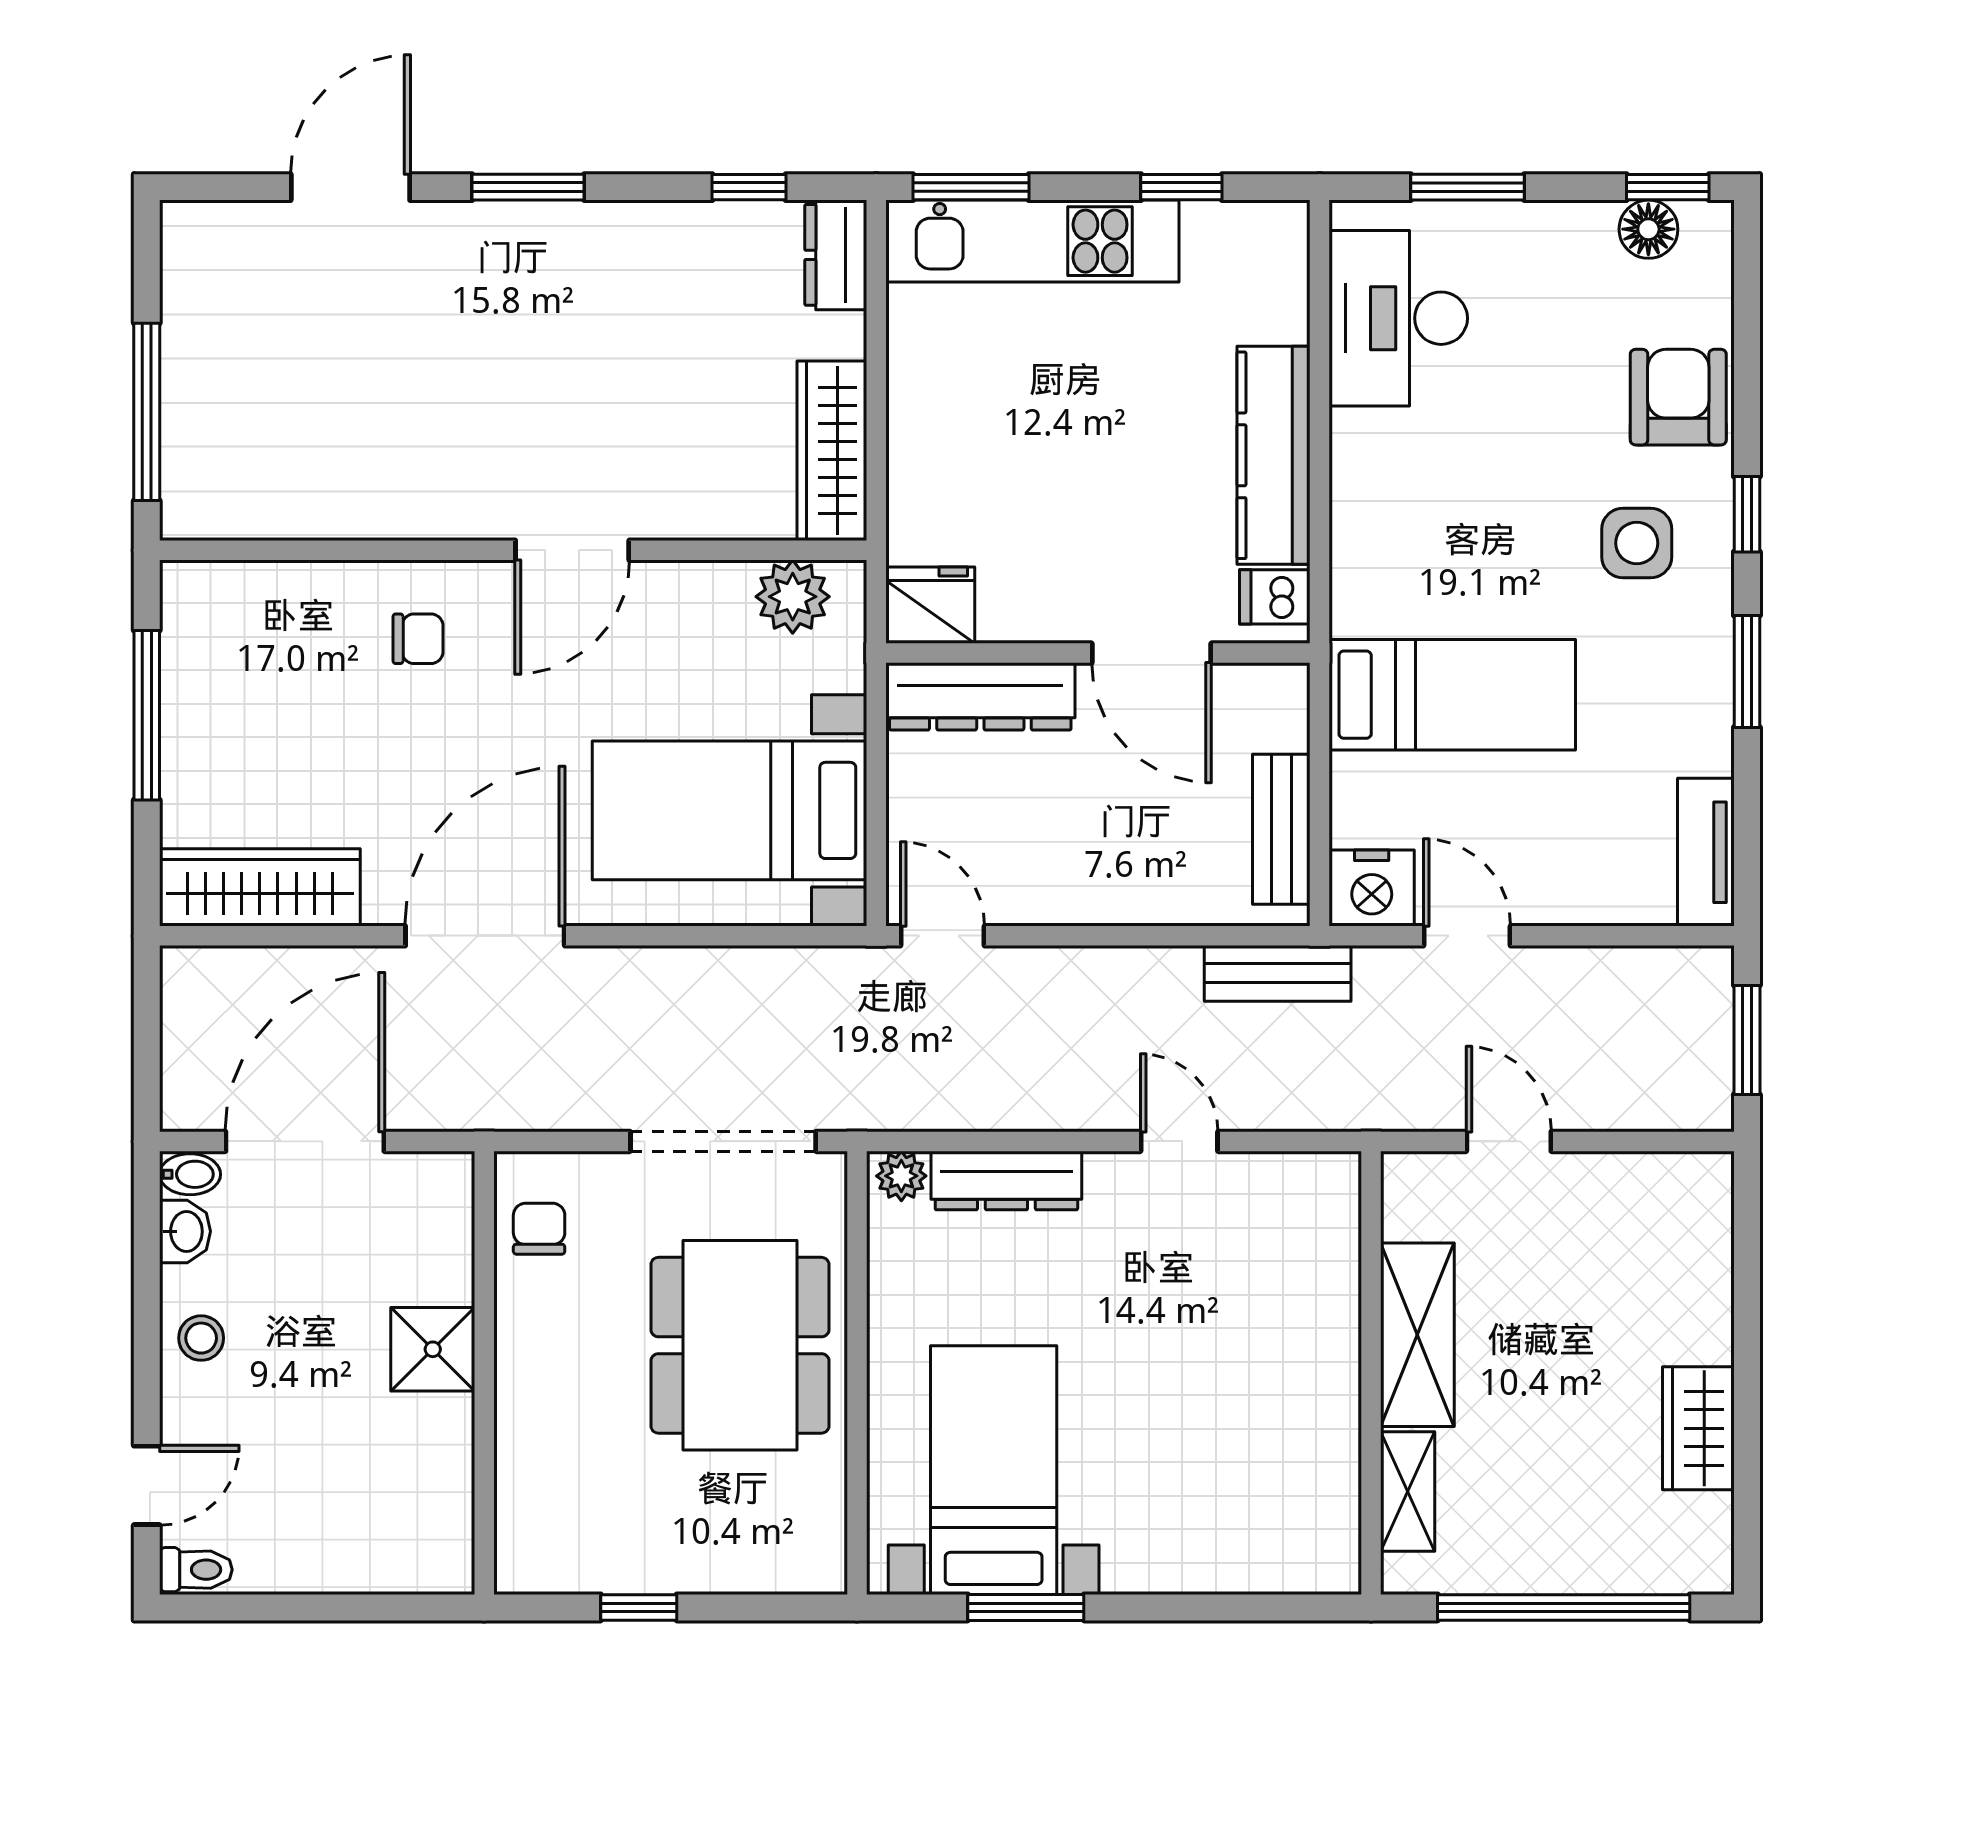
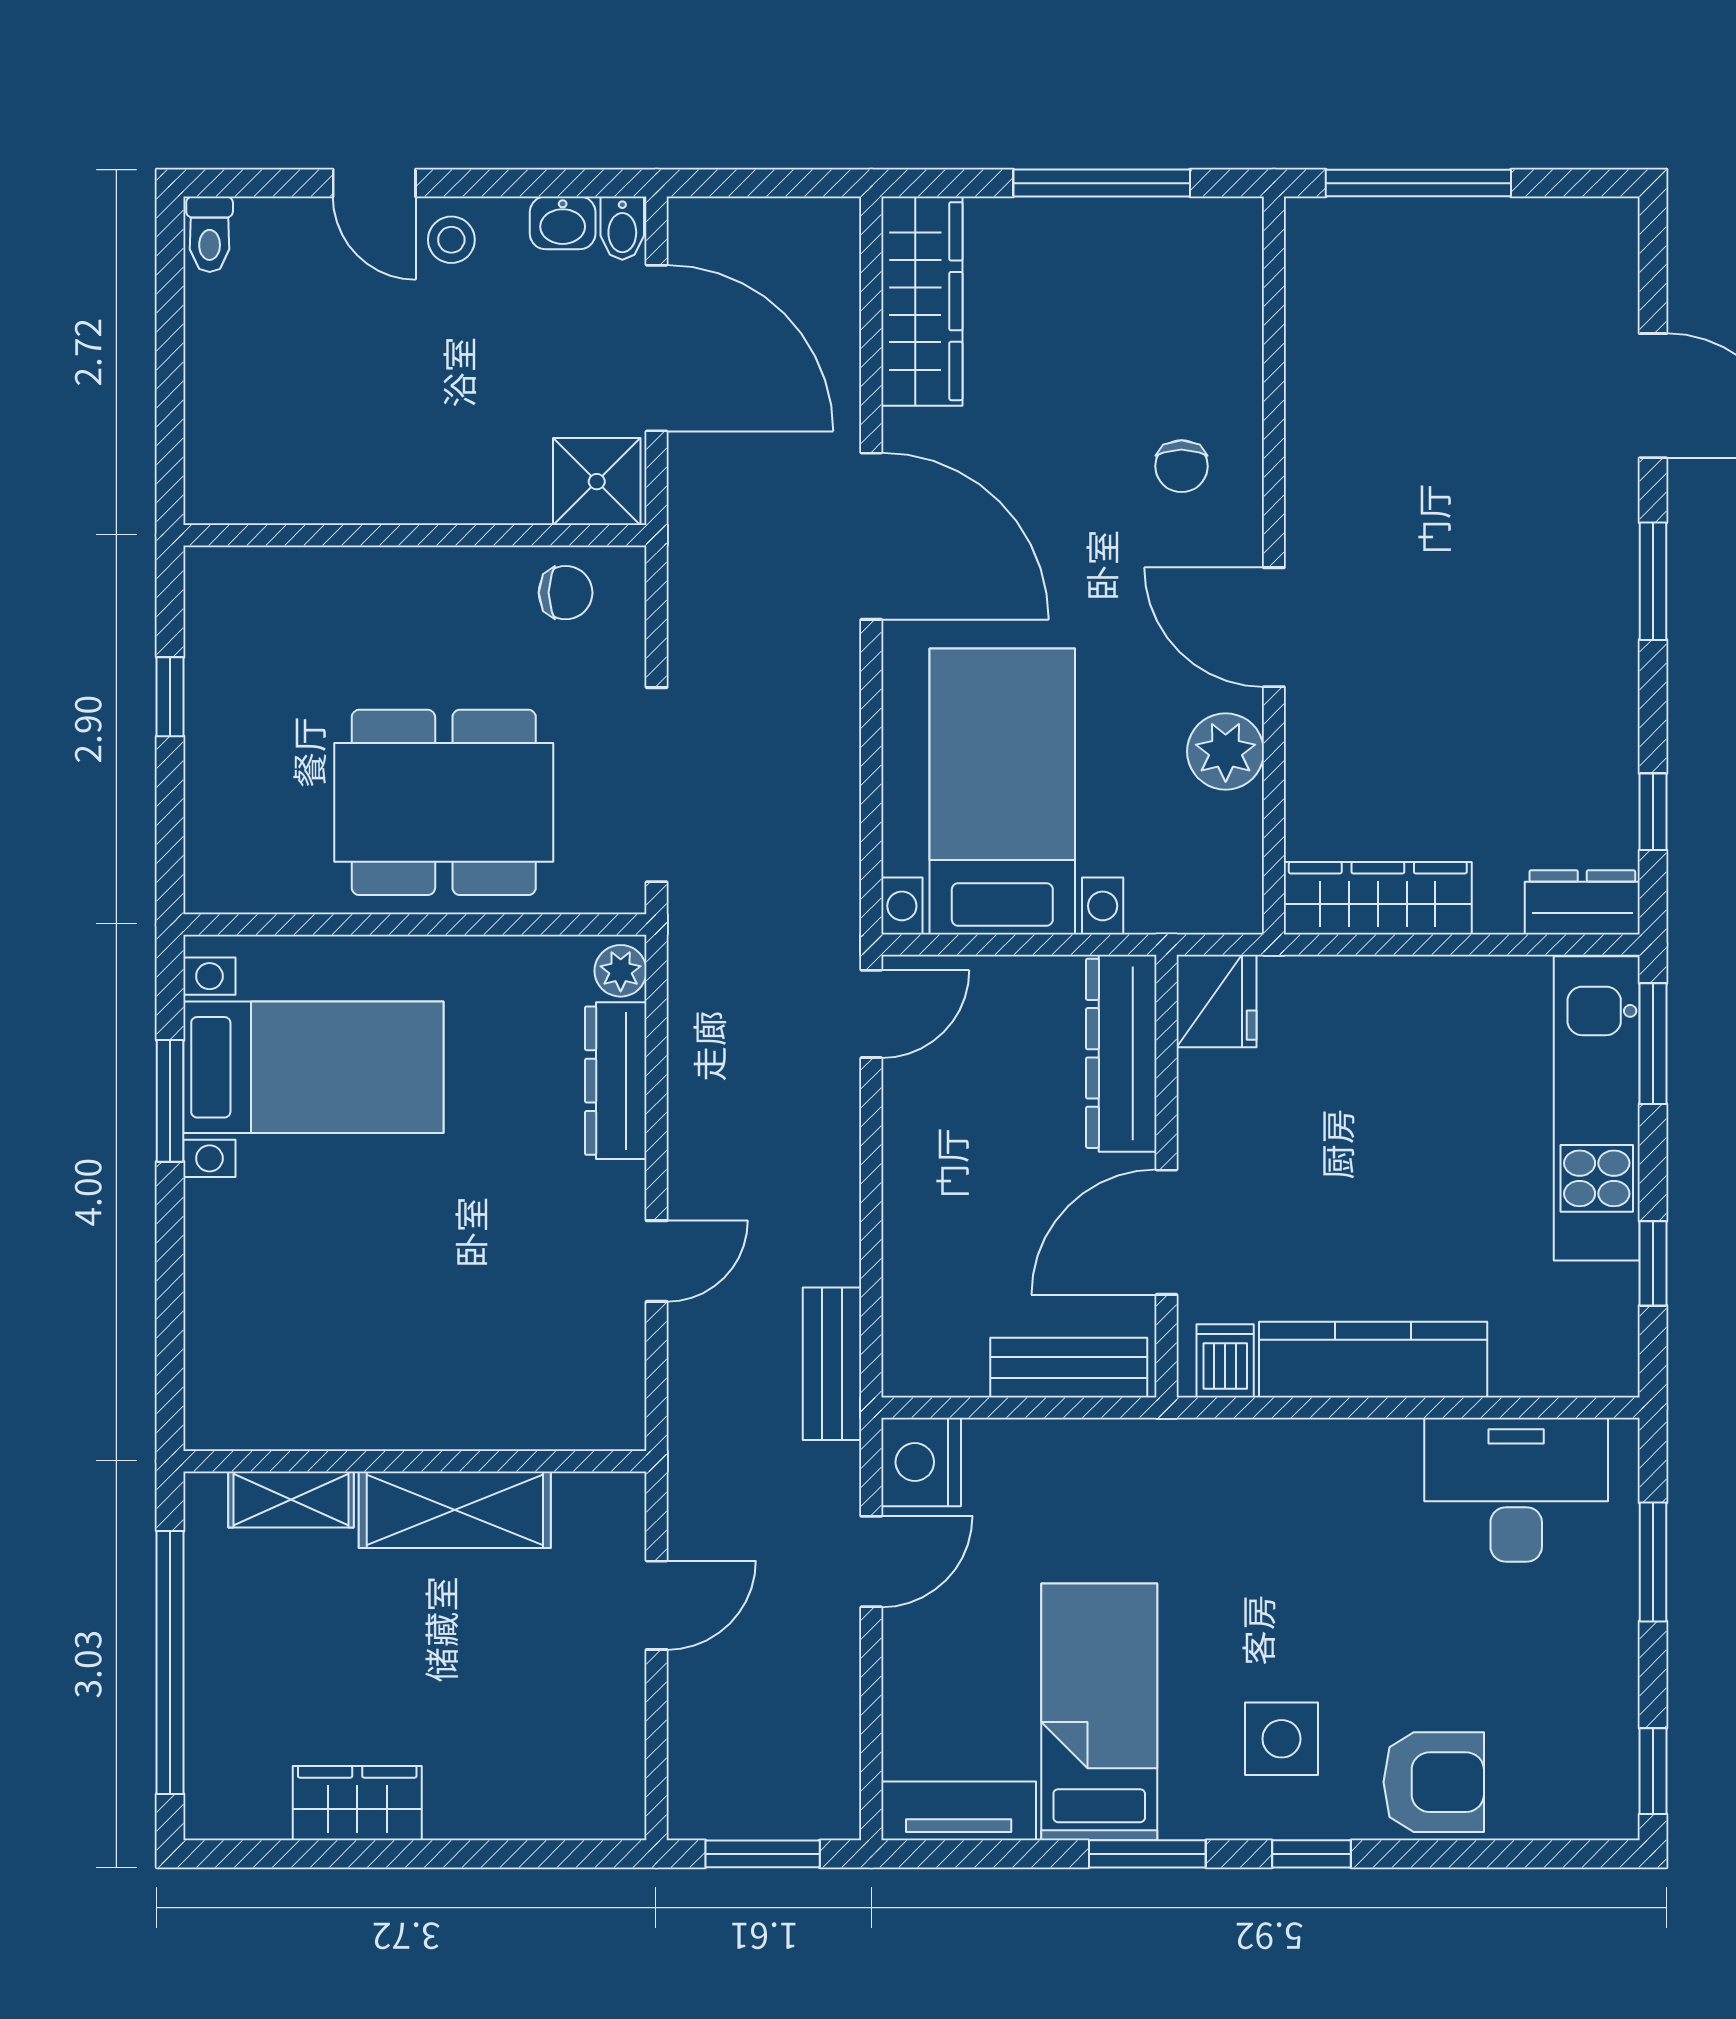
floor lamp: (1648, 229) -> (1609, 1751), removed
plant: (793, 597) -> (1226, 751), moved
bed: (1452, 695) -> (1099, 1712), moved, turned 180
bench: (1281, 829) -> (1069, 1368), moved
shower: (433, 1349) -> (597, 482), moved
door: (147, 1485) -> (374, 183), moved

